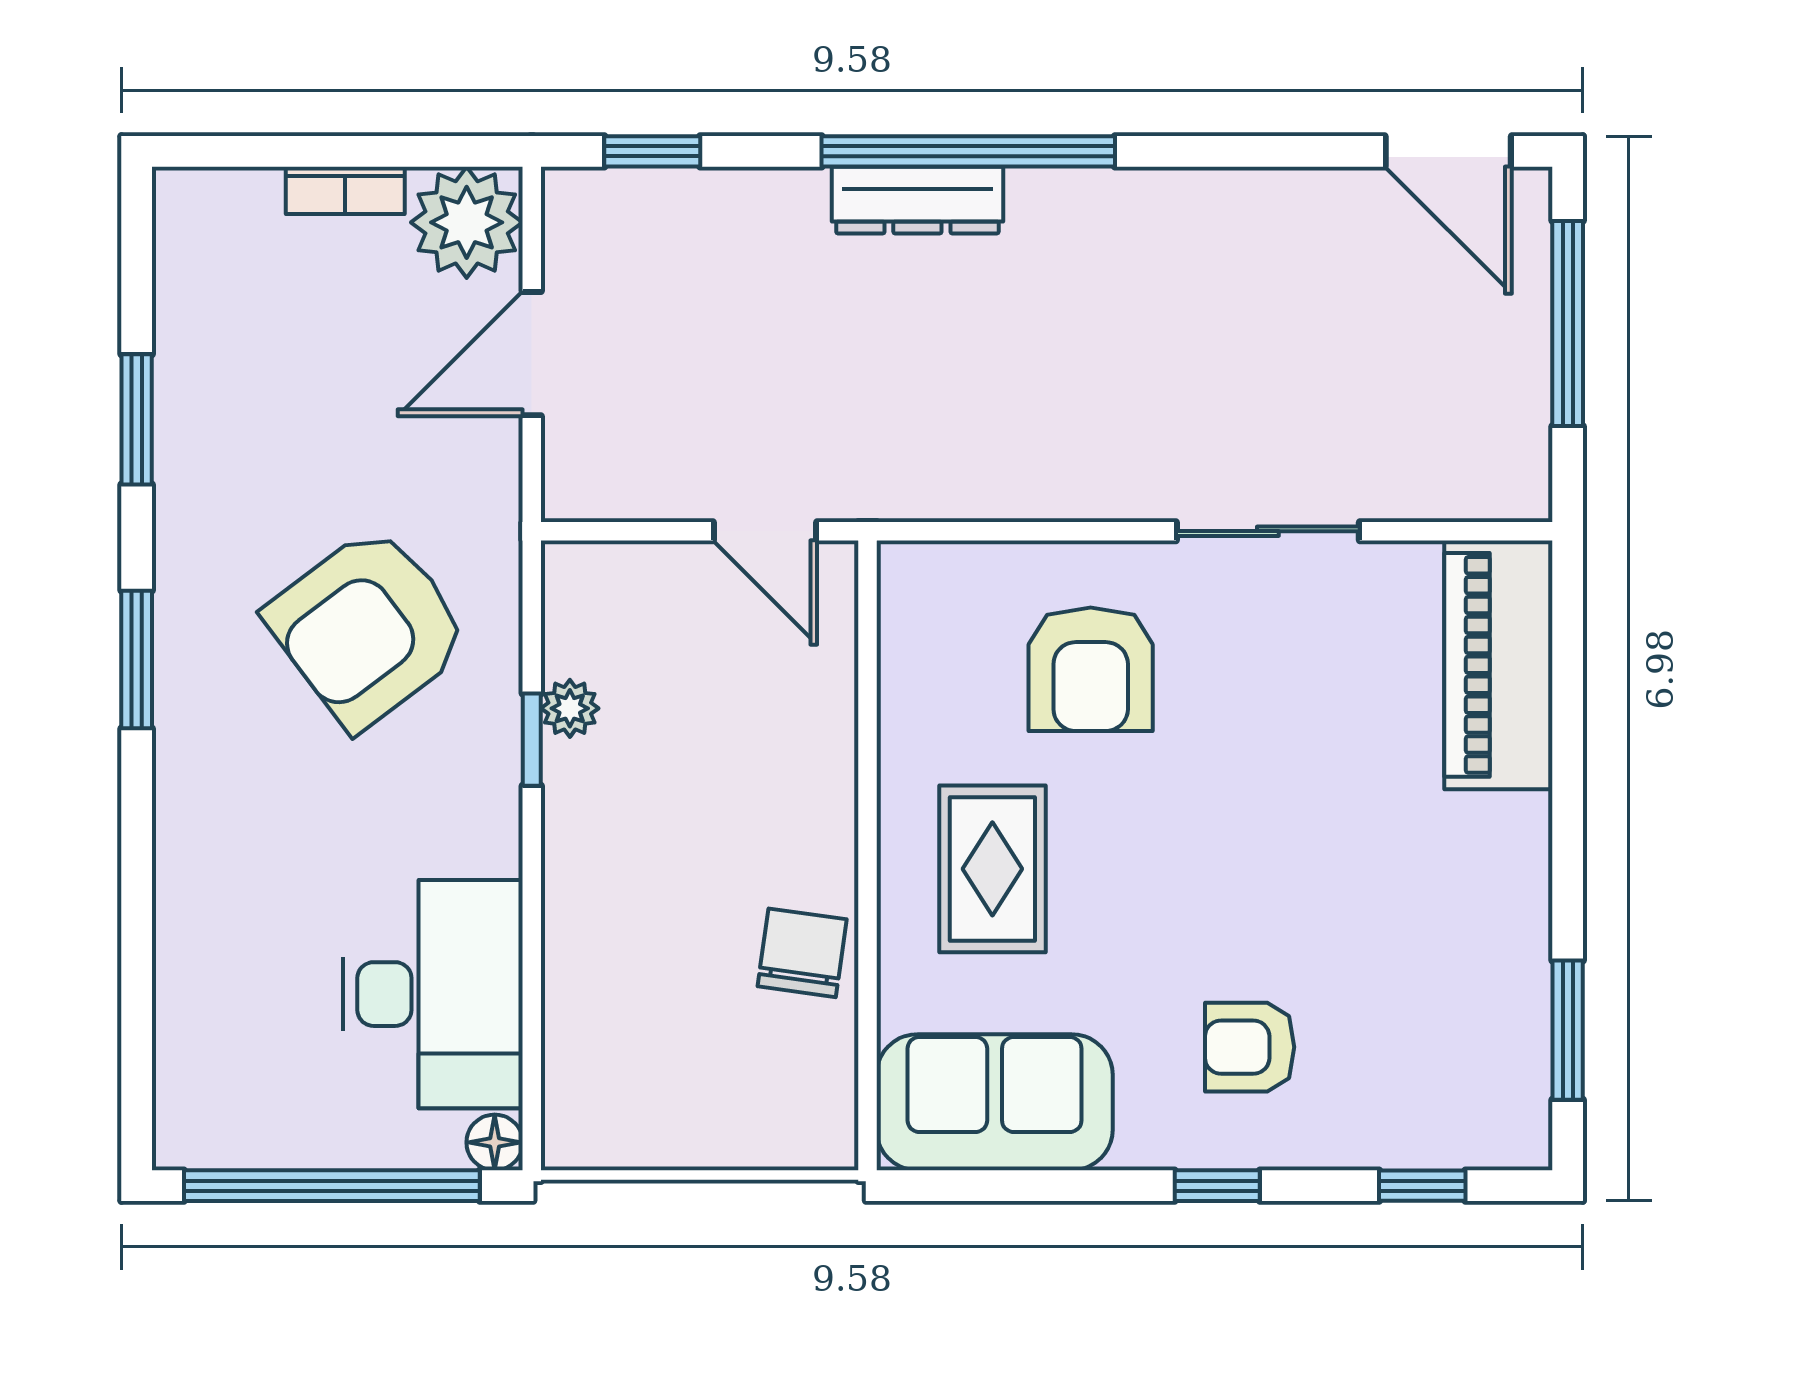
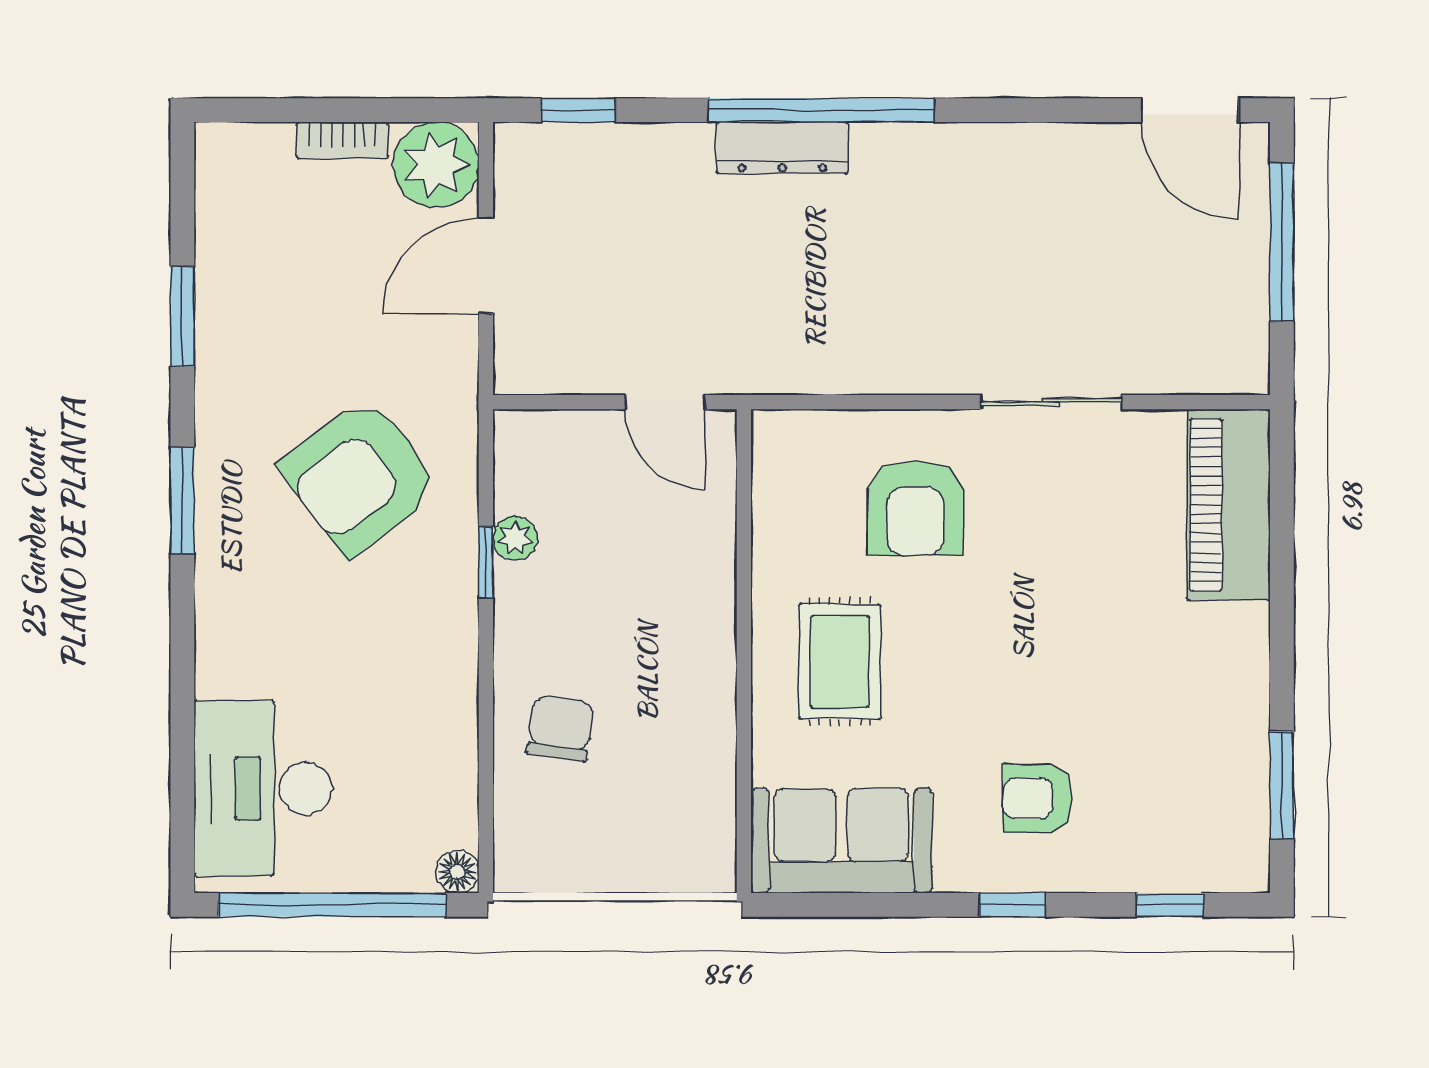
chair: (802, 953) -> (560, 728), moved
desk: (433, 994) -> (263, 788), moved, turned 180

